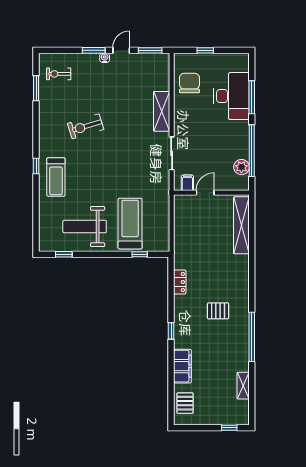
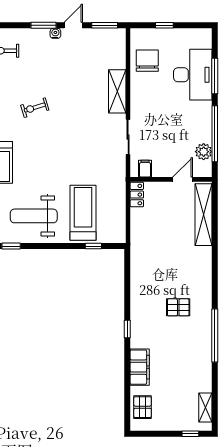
exercise bike: (86, 126) -> (35, 108), width x0.73, depth x0.72
door: (205, 193) -> (182, 179), moved
locker: (180, 282) -> (137, 195), moved
shelving: (243, 386) -> (205, 408), moved

